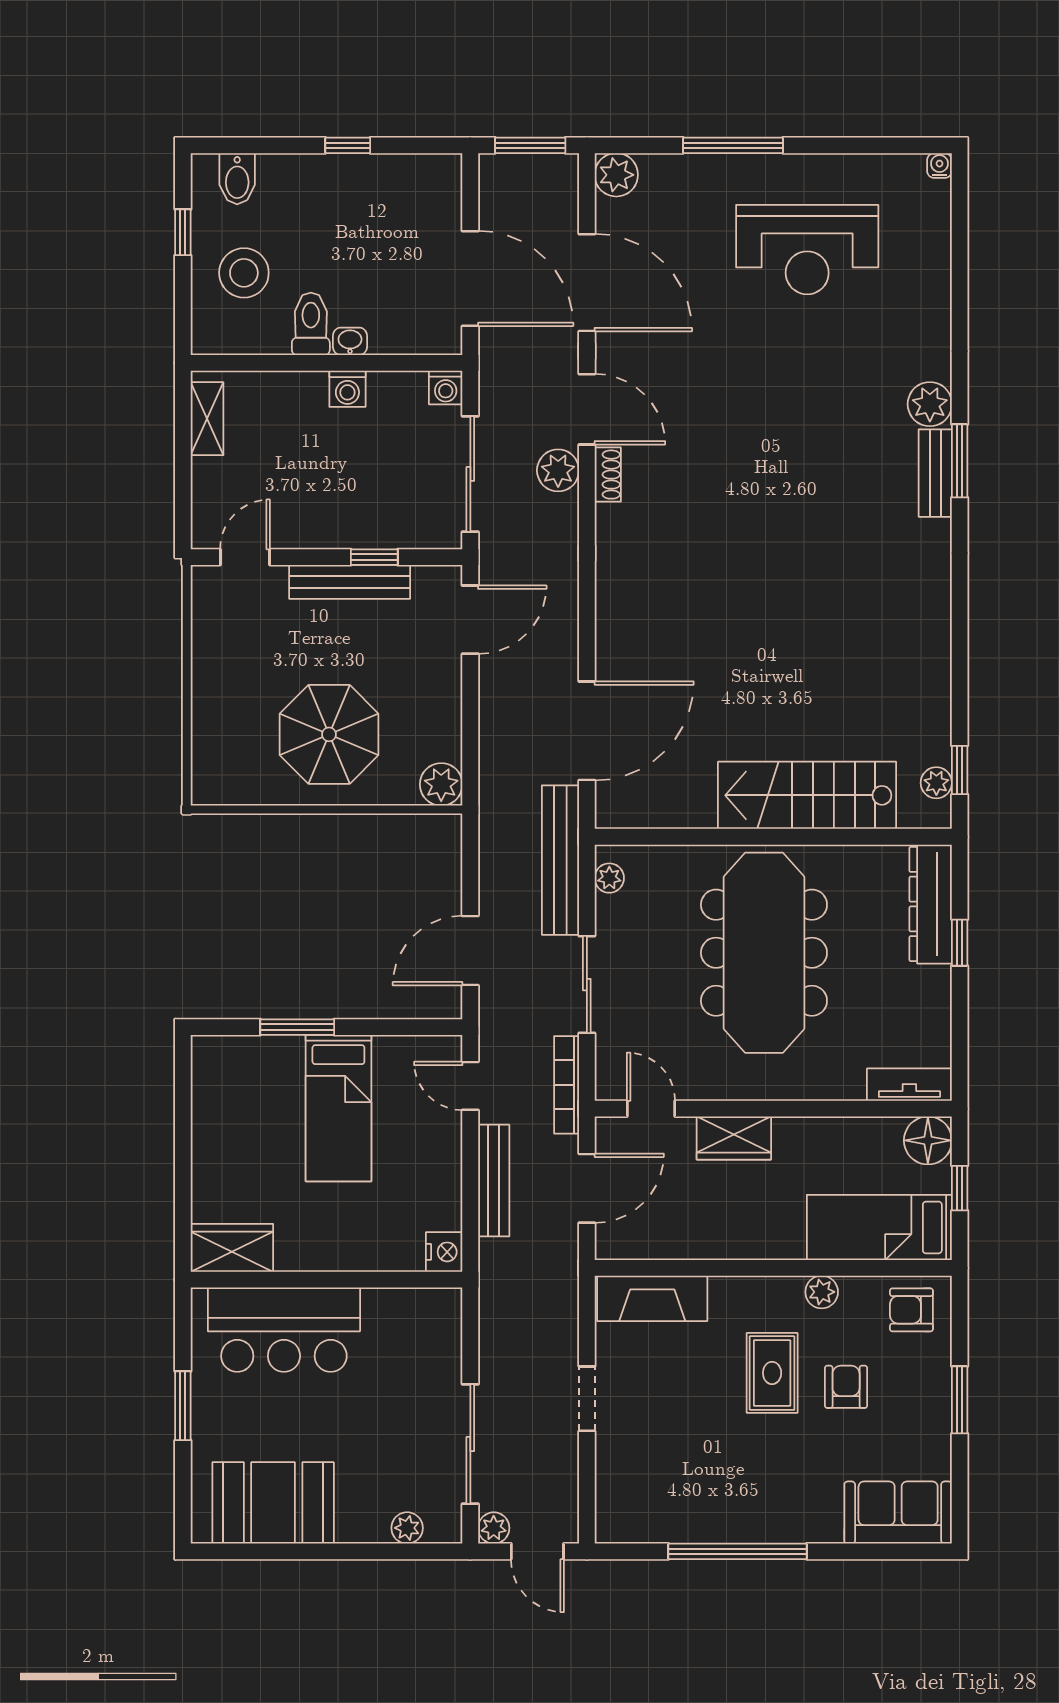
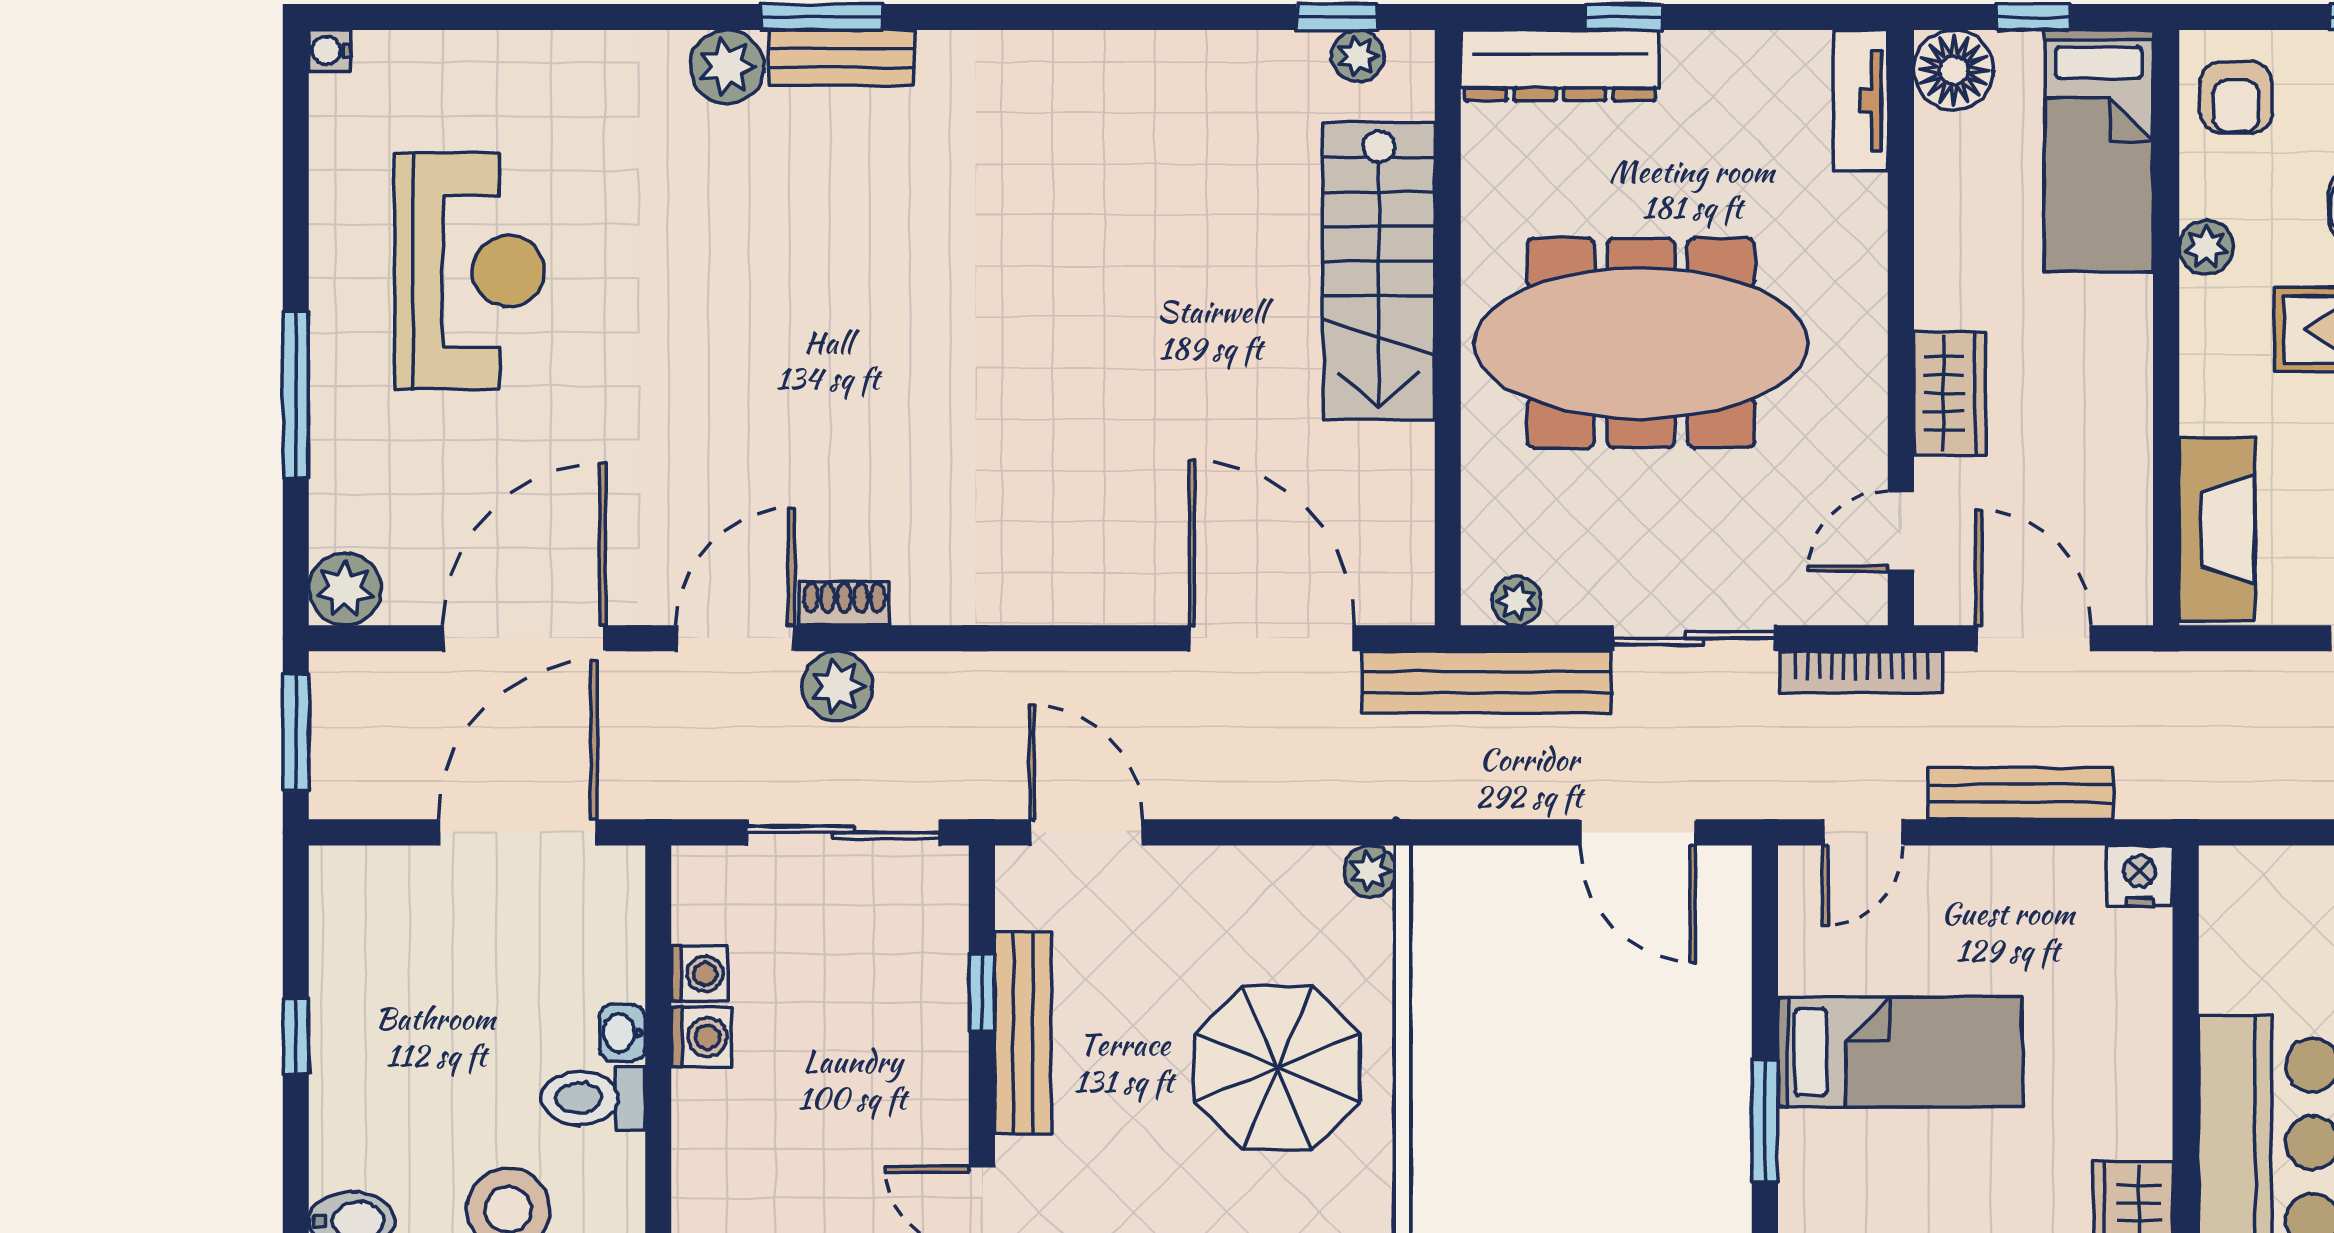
washing machine: (446, 387) -> (699, 974), moved
plant: (441, 784) -> (1370, 871), width x0.73, depth x0.73

